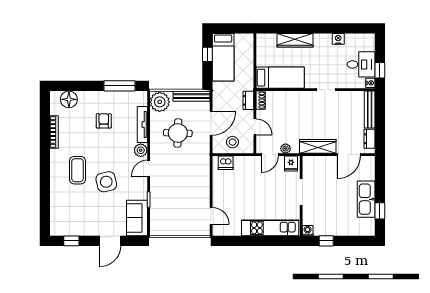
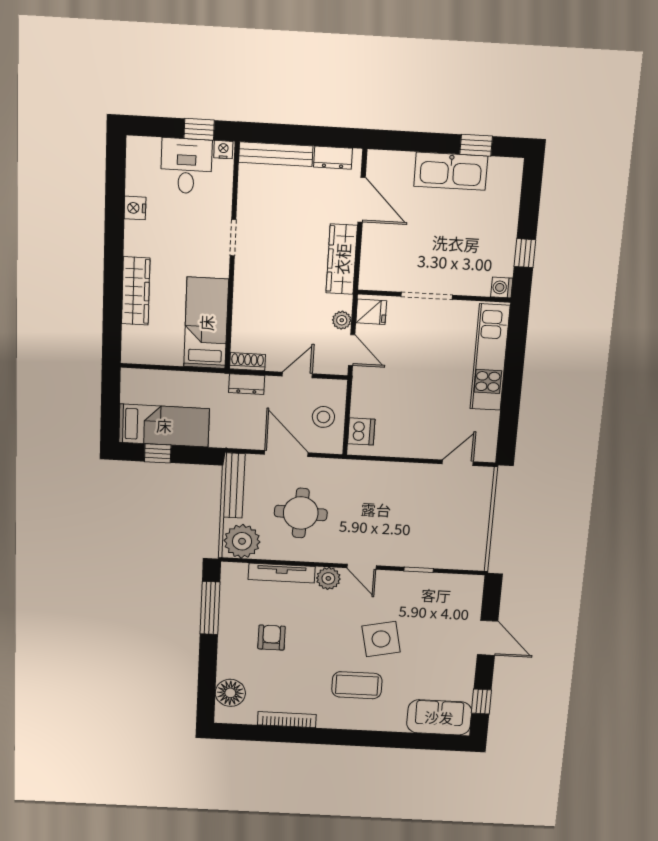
armchair: (104, 121) -> (272, 638), turned 90
sofa: (137, 218) -> (439, 717), moved, turned 180

